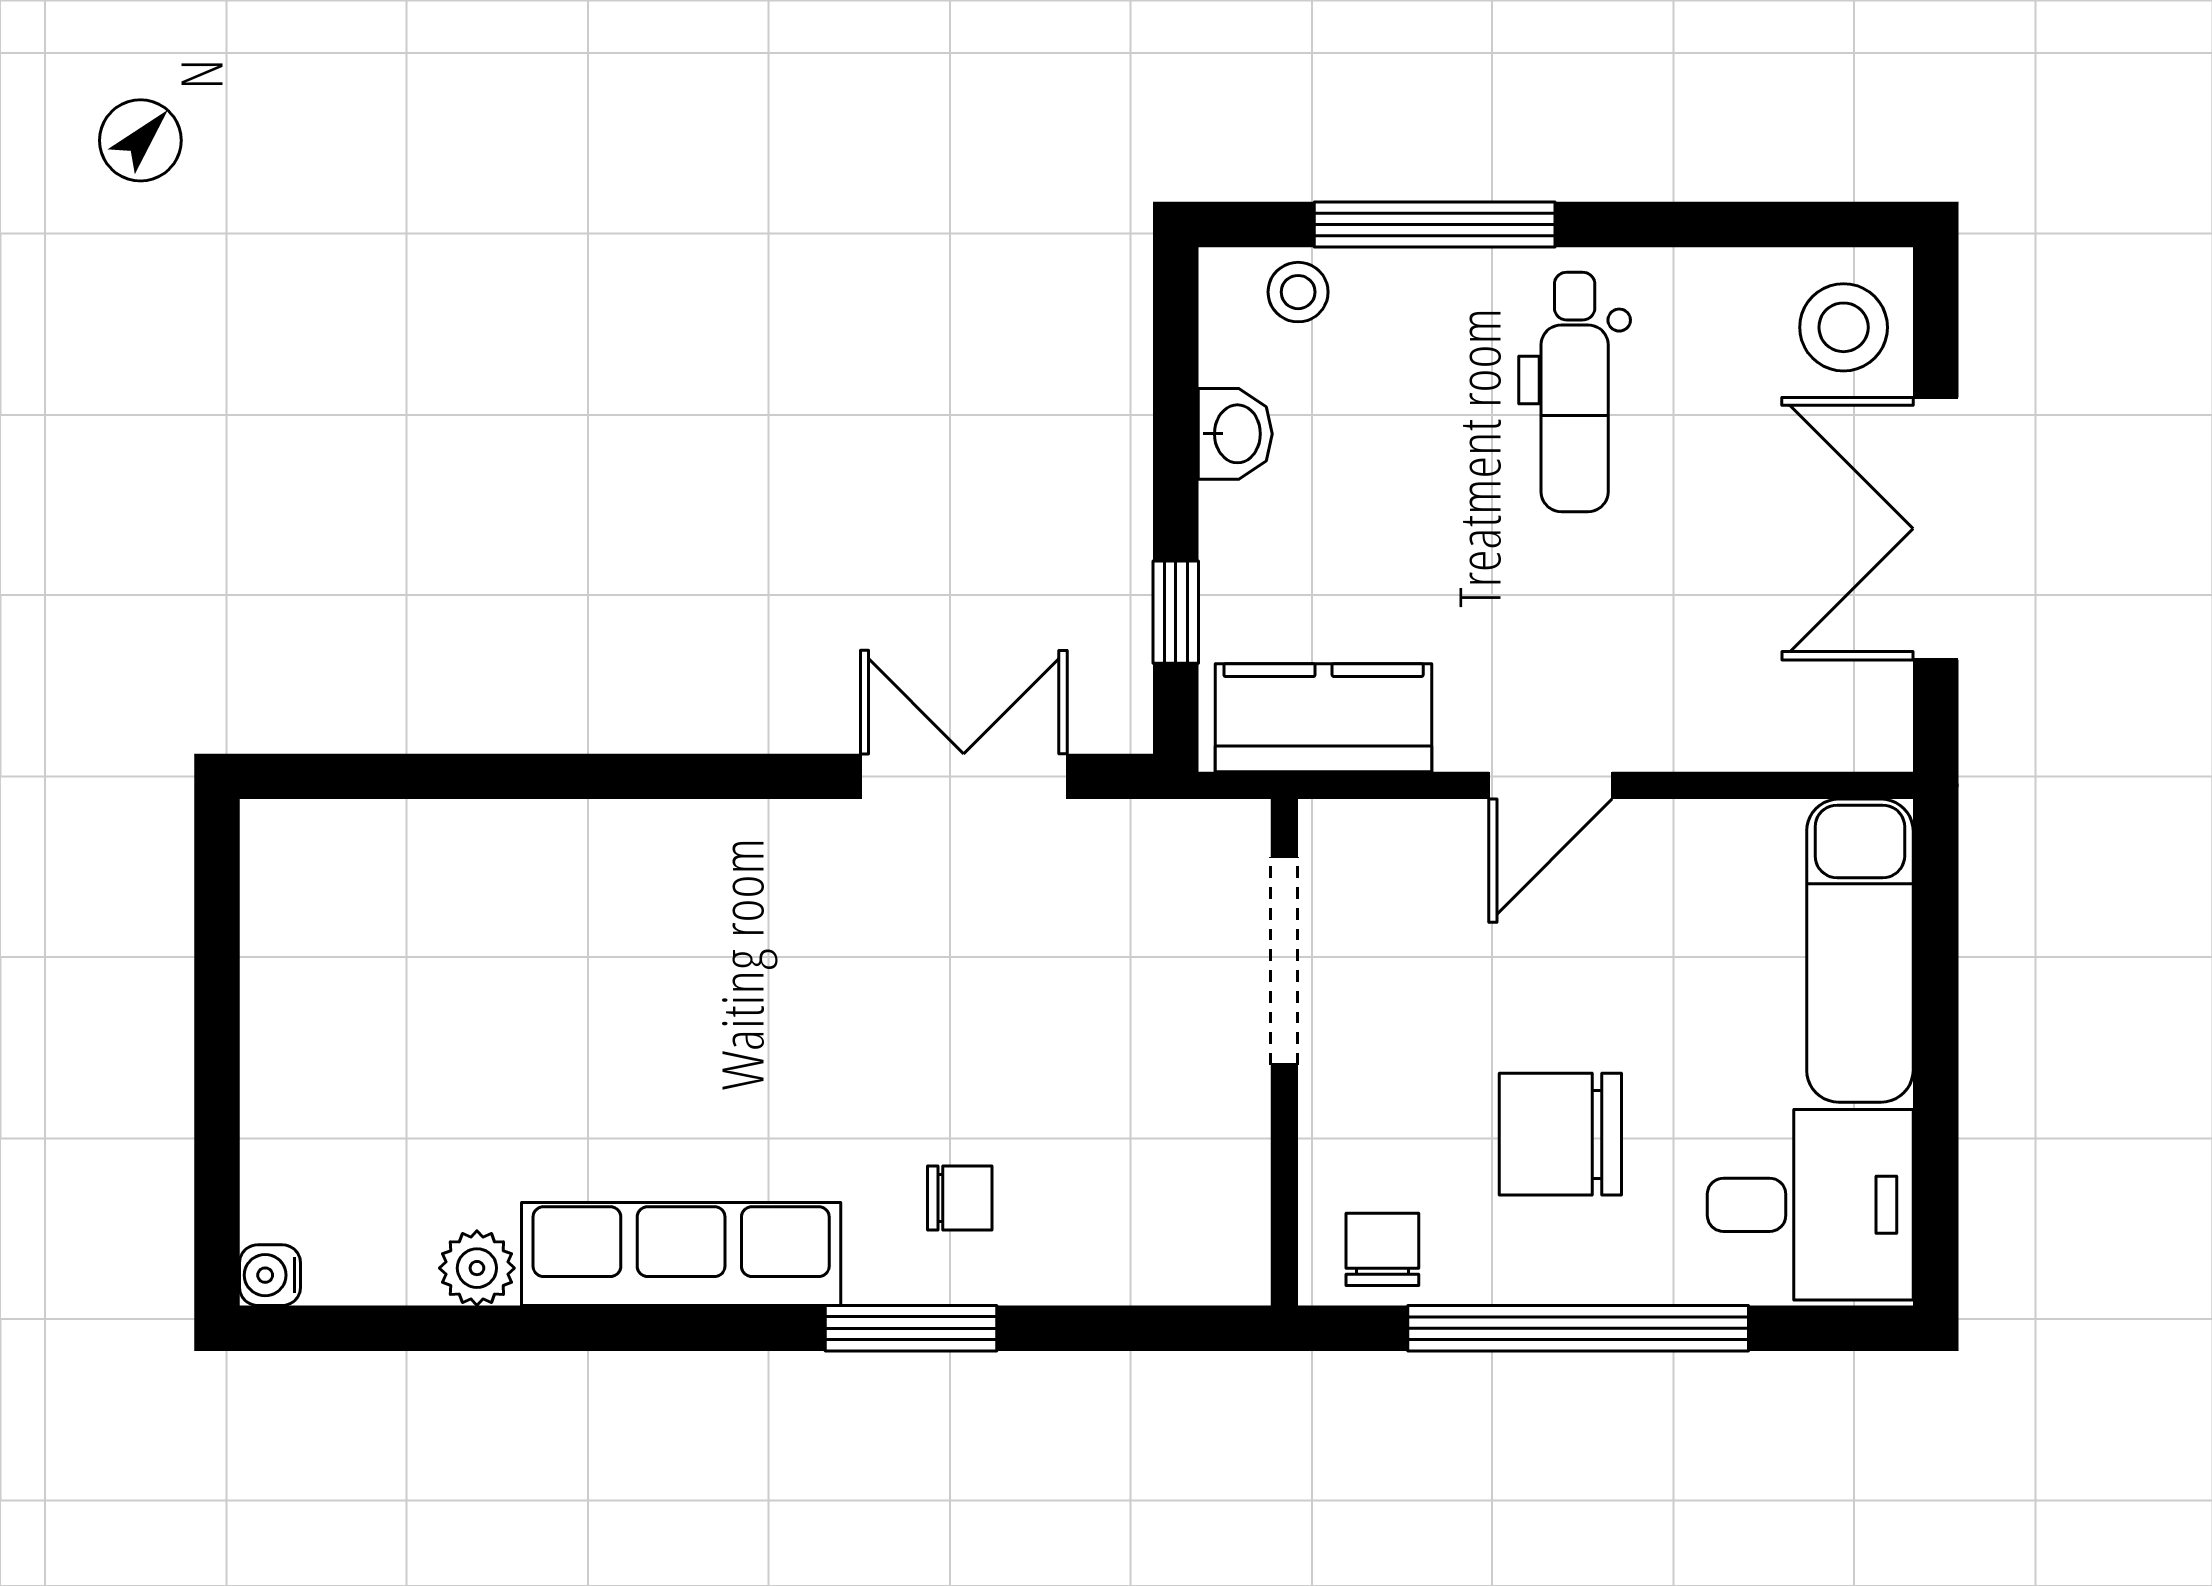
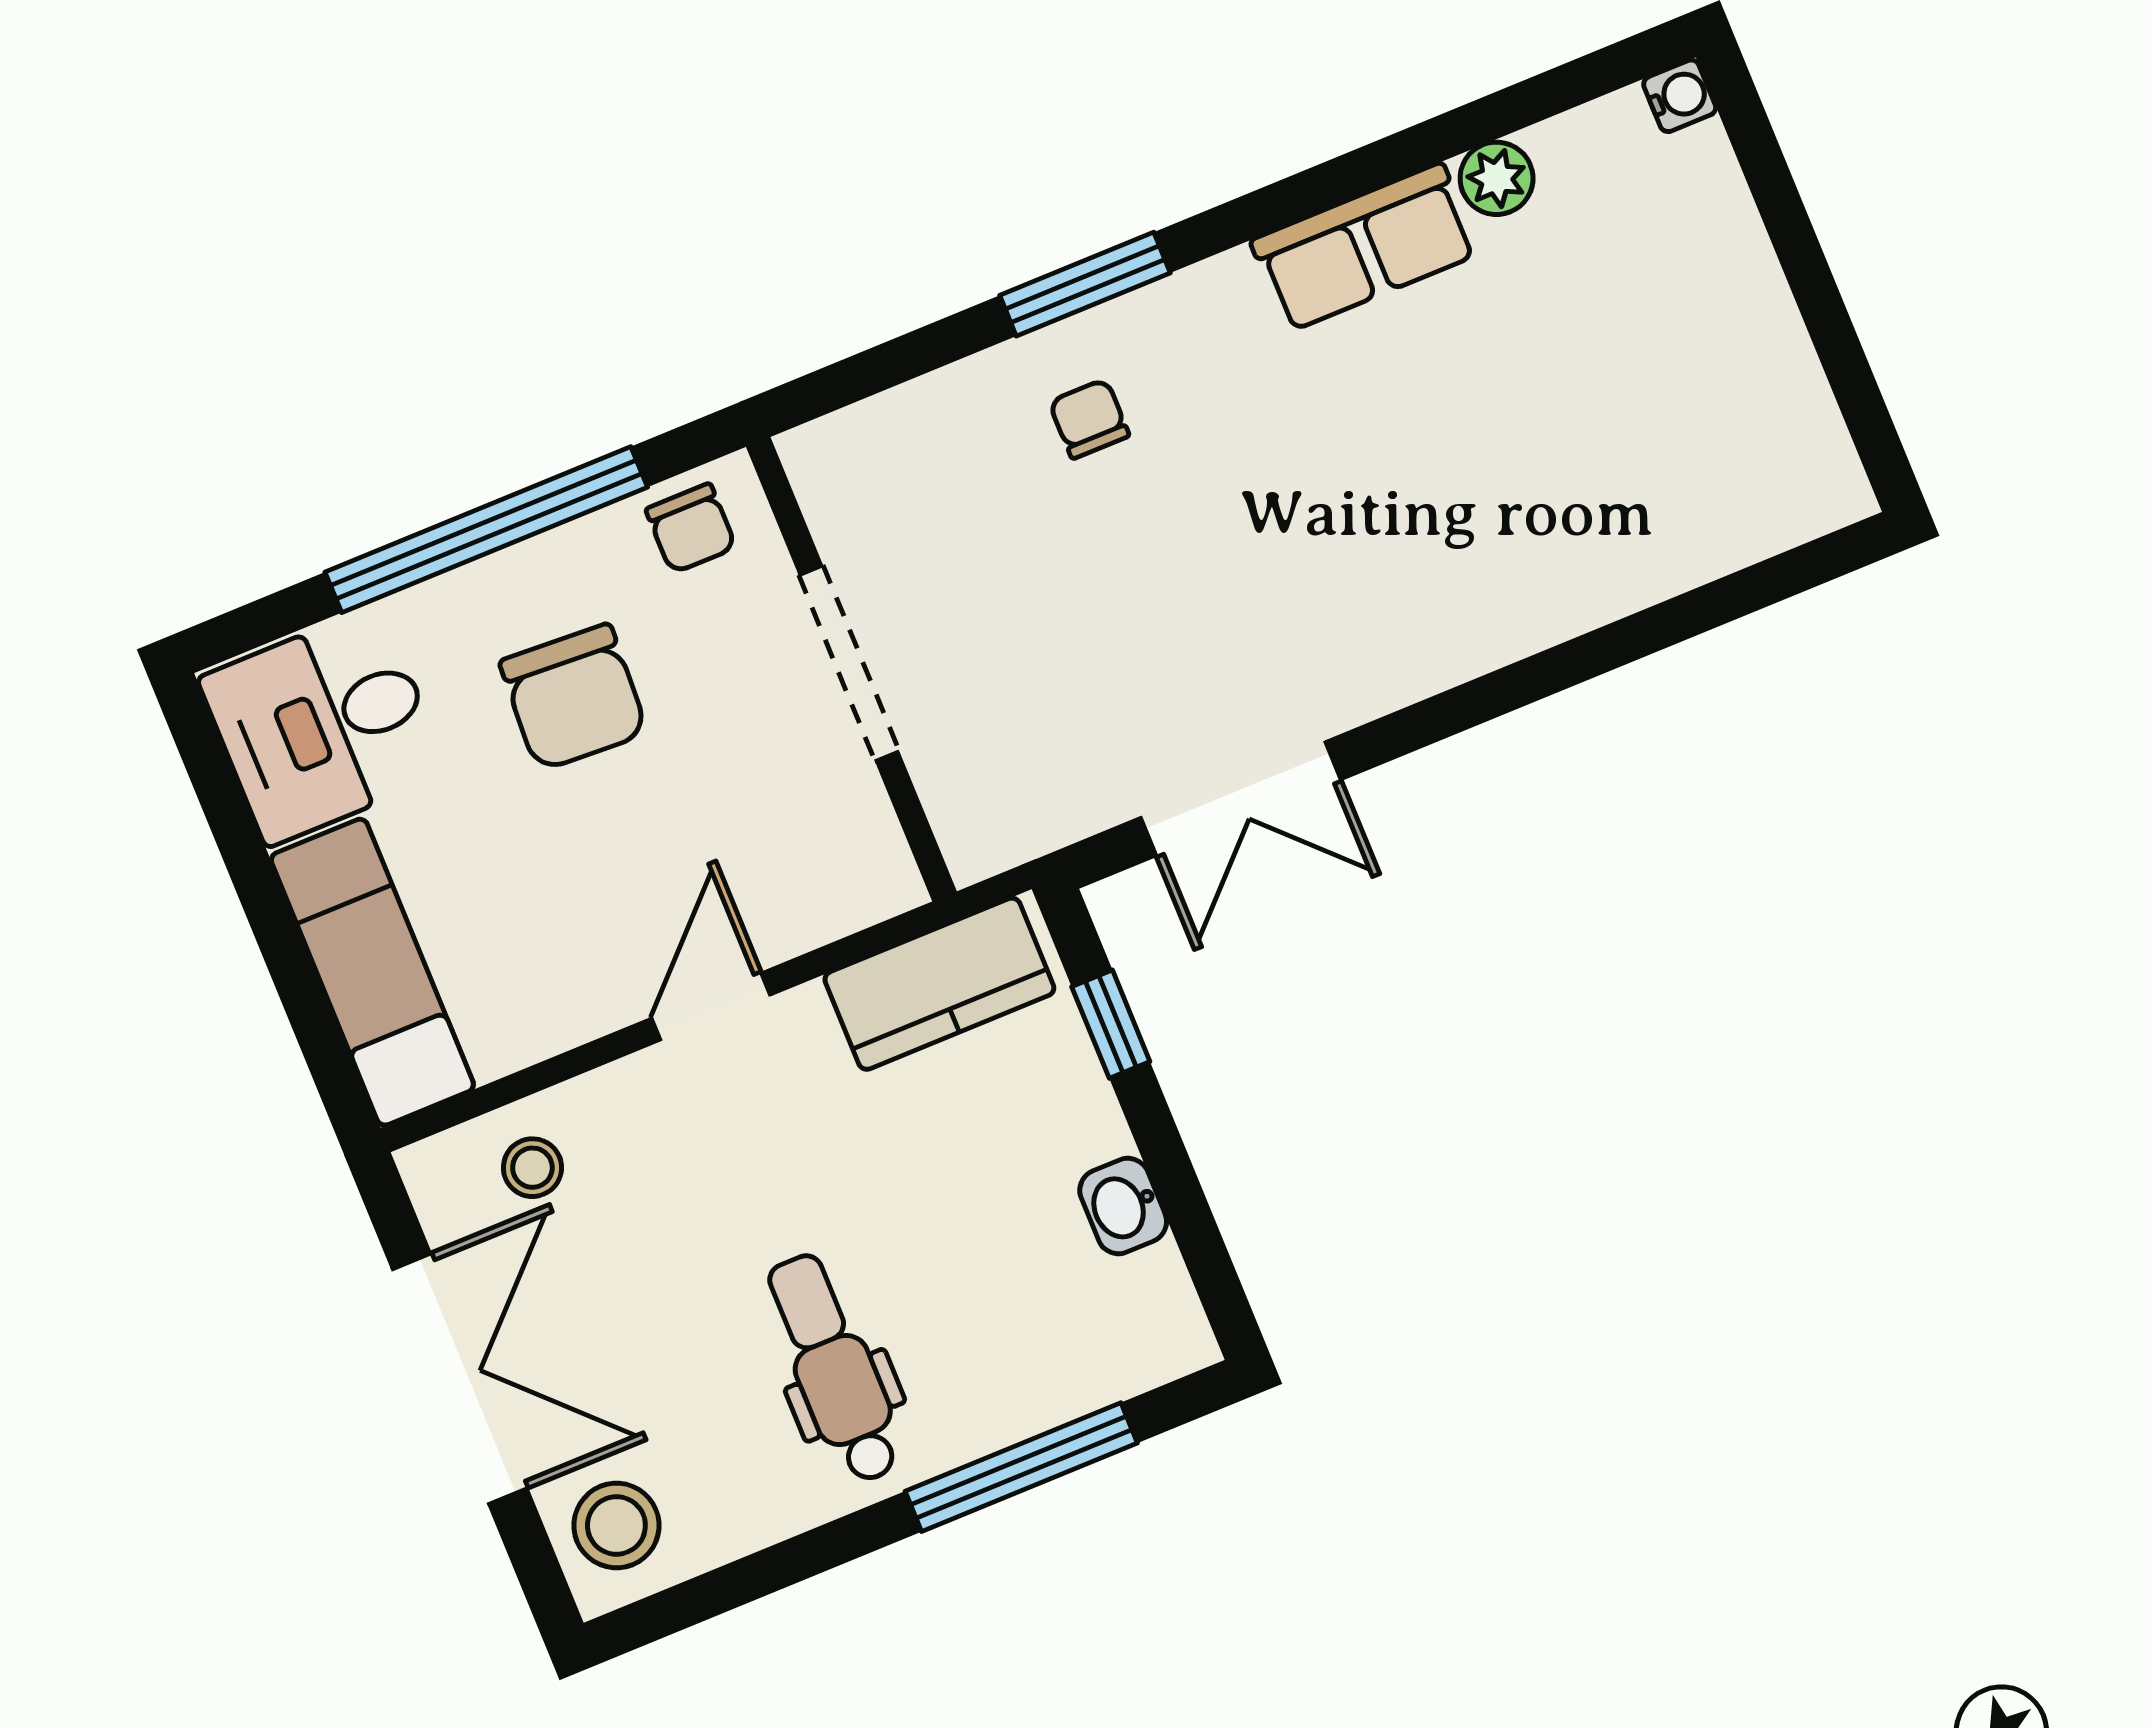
stool: (1298, 292) -> (532, 1168), moved
doorway: (1284, 961) -> (849, 663), moved
chair: (1560, 1134) -> (574, 697), turned 93
chair: (960, 1198) -> (1089, 419), turned 90
row of seats: (681, 1254) -> (1365, 247), width x0.68

